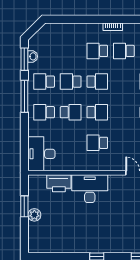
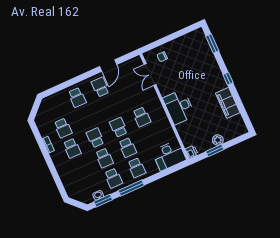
school desk: (71, 112) -> (128, 148), turned 180
printer: (59, 183) -> (192, 152), moved, width x0.53, depth x0.68
filing cabinet: (70, 244) -> (228, 103), added

